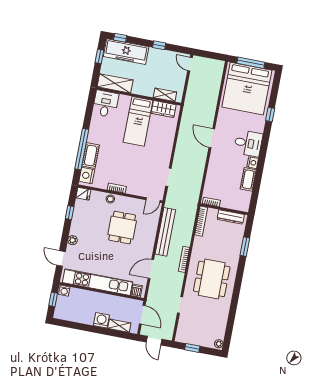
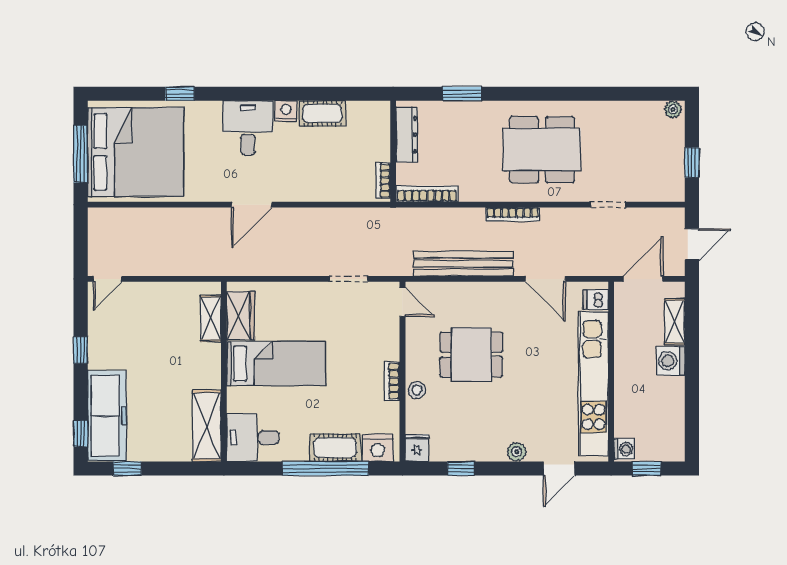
shelving: (115, 83) -> (207, 426), moved
shelving: (165, 95) -> (211, 318), moved
wall: (139, 96) -> (224, 372), moved
desk: (105, 104) -> (253, 437), moved
wardrobe: (164, 109) -> (241, 315), moved
bed: (138, 121) -> (276, 363), moved

